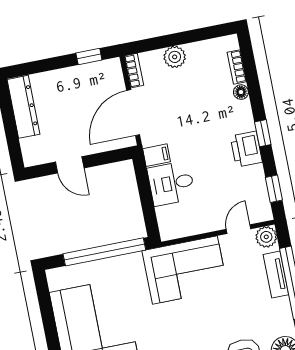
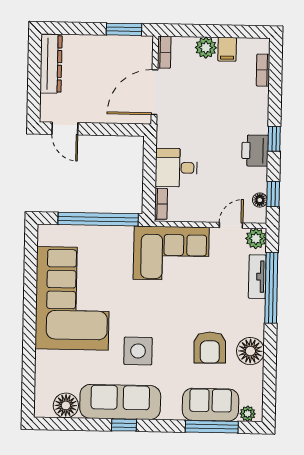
window: (89, 57) -> (124, 29), width x1.50
floor lamp: (241, 92) -> (260, 200), moved
filing cabinet: (157, 155) -> (227, 49), moved, turned 90
door: (70, 165) -> (65, 129), moved
bookcase: (164, 223) -> (161, 204), added

